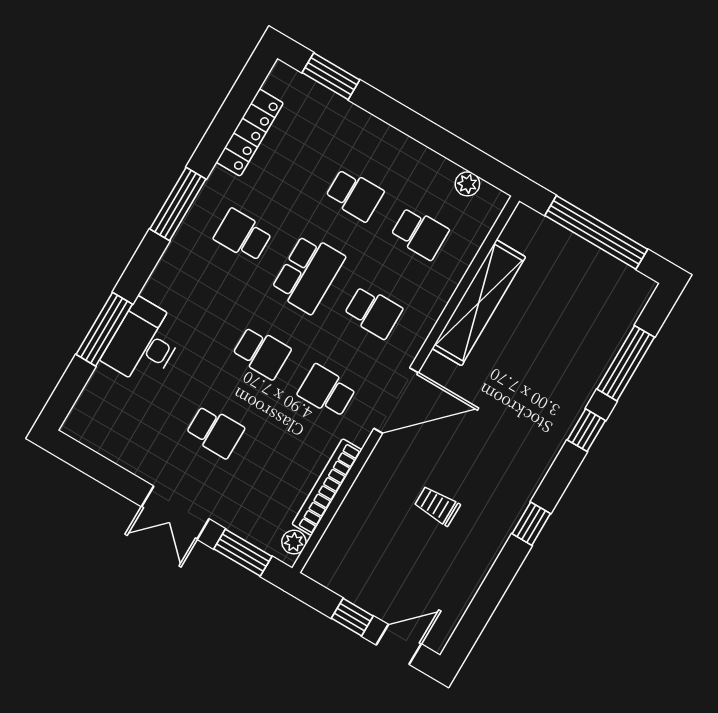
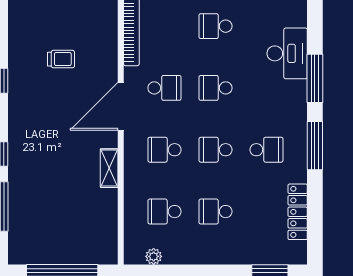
school desk: (308, 274) -> (215, 150), width x0.54
shelving: (479, 303) -> (109, 168), width x0.45, depth x0.75
window: (104, 329) -> (315, 78), moved

